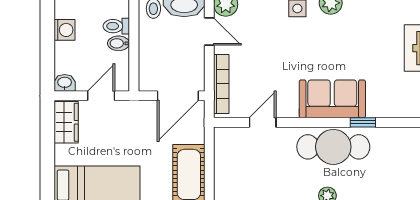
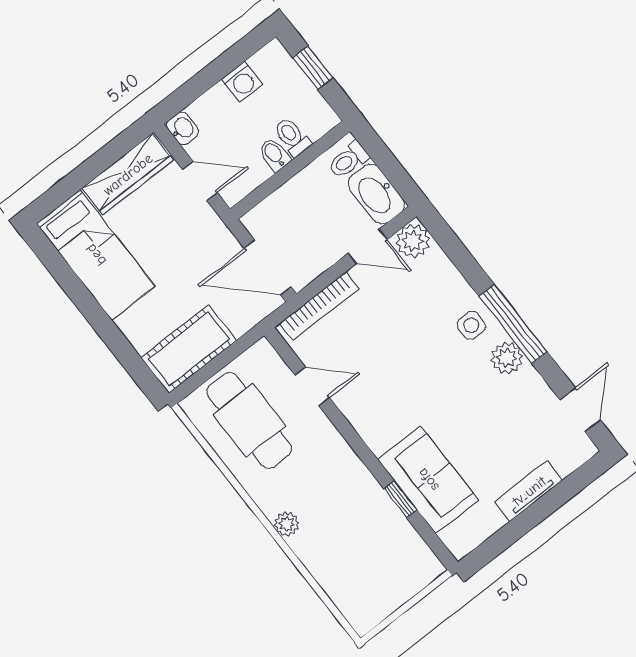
door: (209, 32) -> (368, 246), hinge flipped
sofa: (332, 99) -> (428, 480), moved
wardrobe: (66, 122) -> (128, 174), width x1.50
cafe table: (333, 147) -> (249, 420), moved

